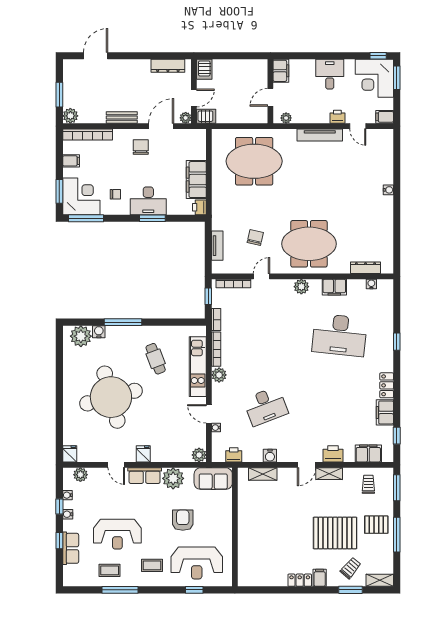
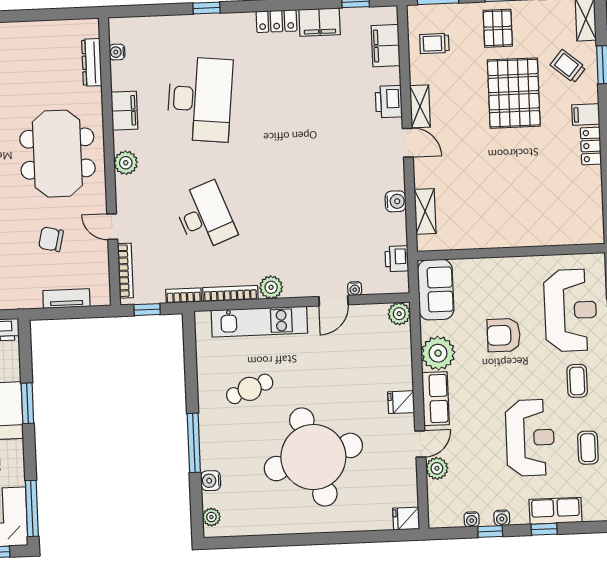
plant: (81, 336) -> (211, 517), width x0.53, depth x0.53
desk: (266, 406) -> (205, 216), moved
plant: (80, 475) -> (437, 468), moved

